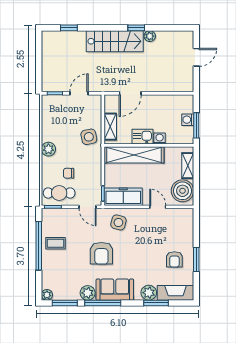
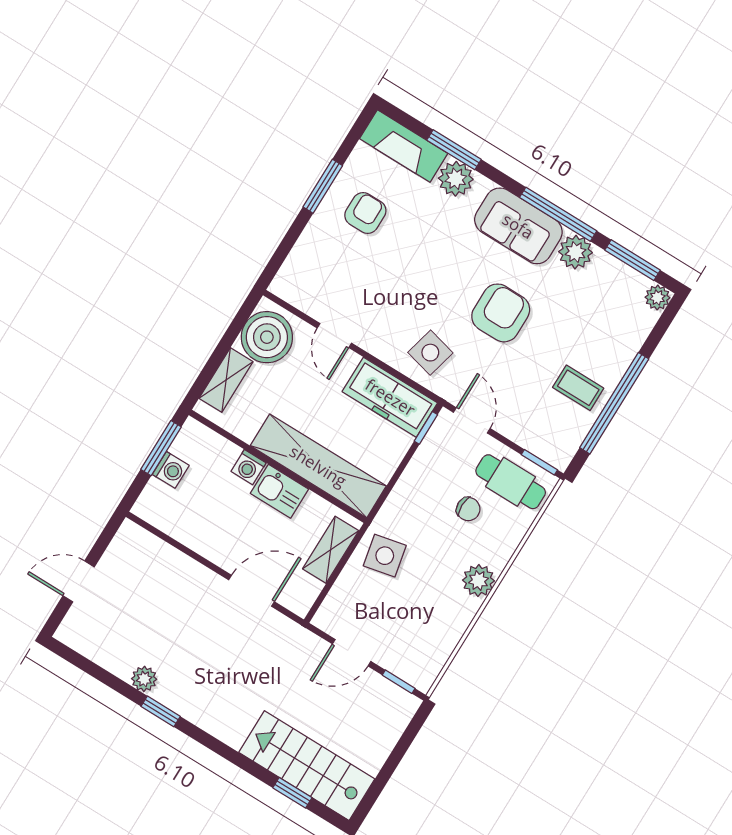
stairs: (115, 41) -> (307, 766), moved

